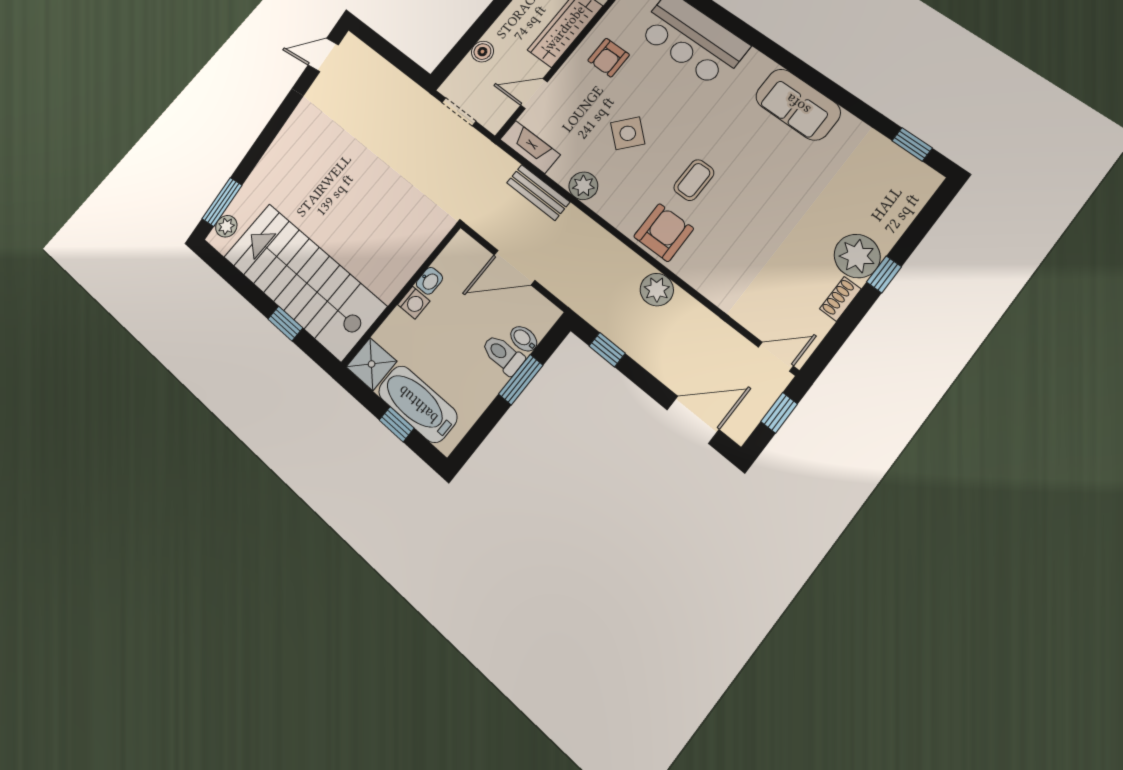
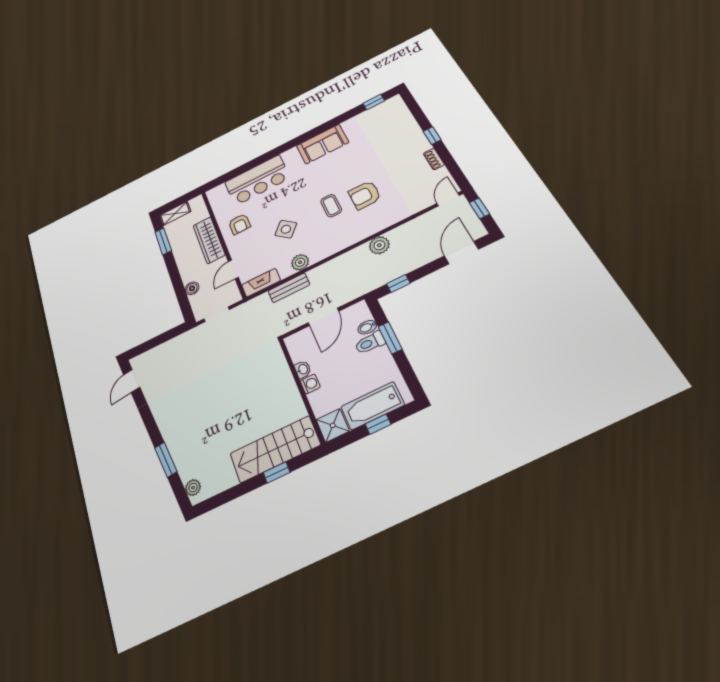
window: (222, 202) -> (166, 460), moved
armchair: (664, 233) -> (365, 195), moved, turned -89
plant: (857, 256) -> (416, 144), removed
stairs: (304, 281) -> (275, 449), width x0.73, depth x0.66

